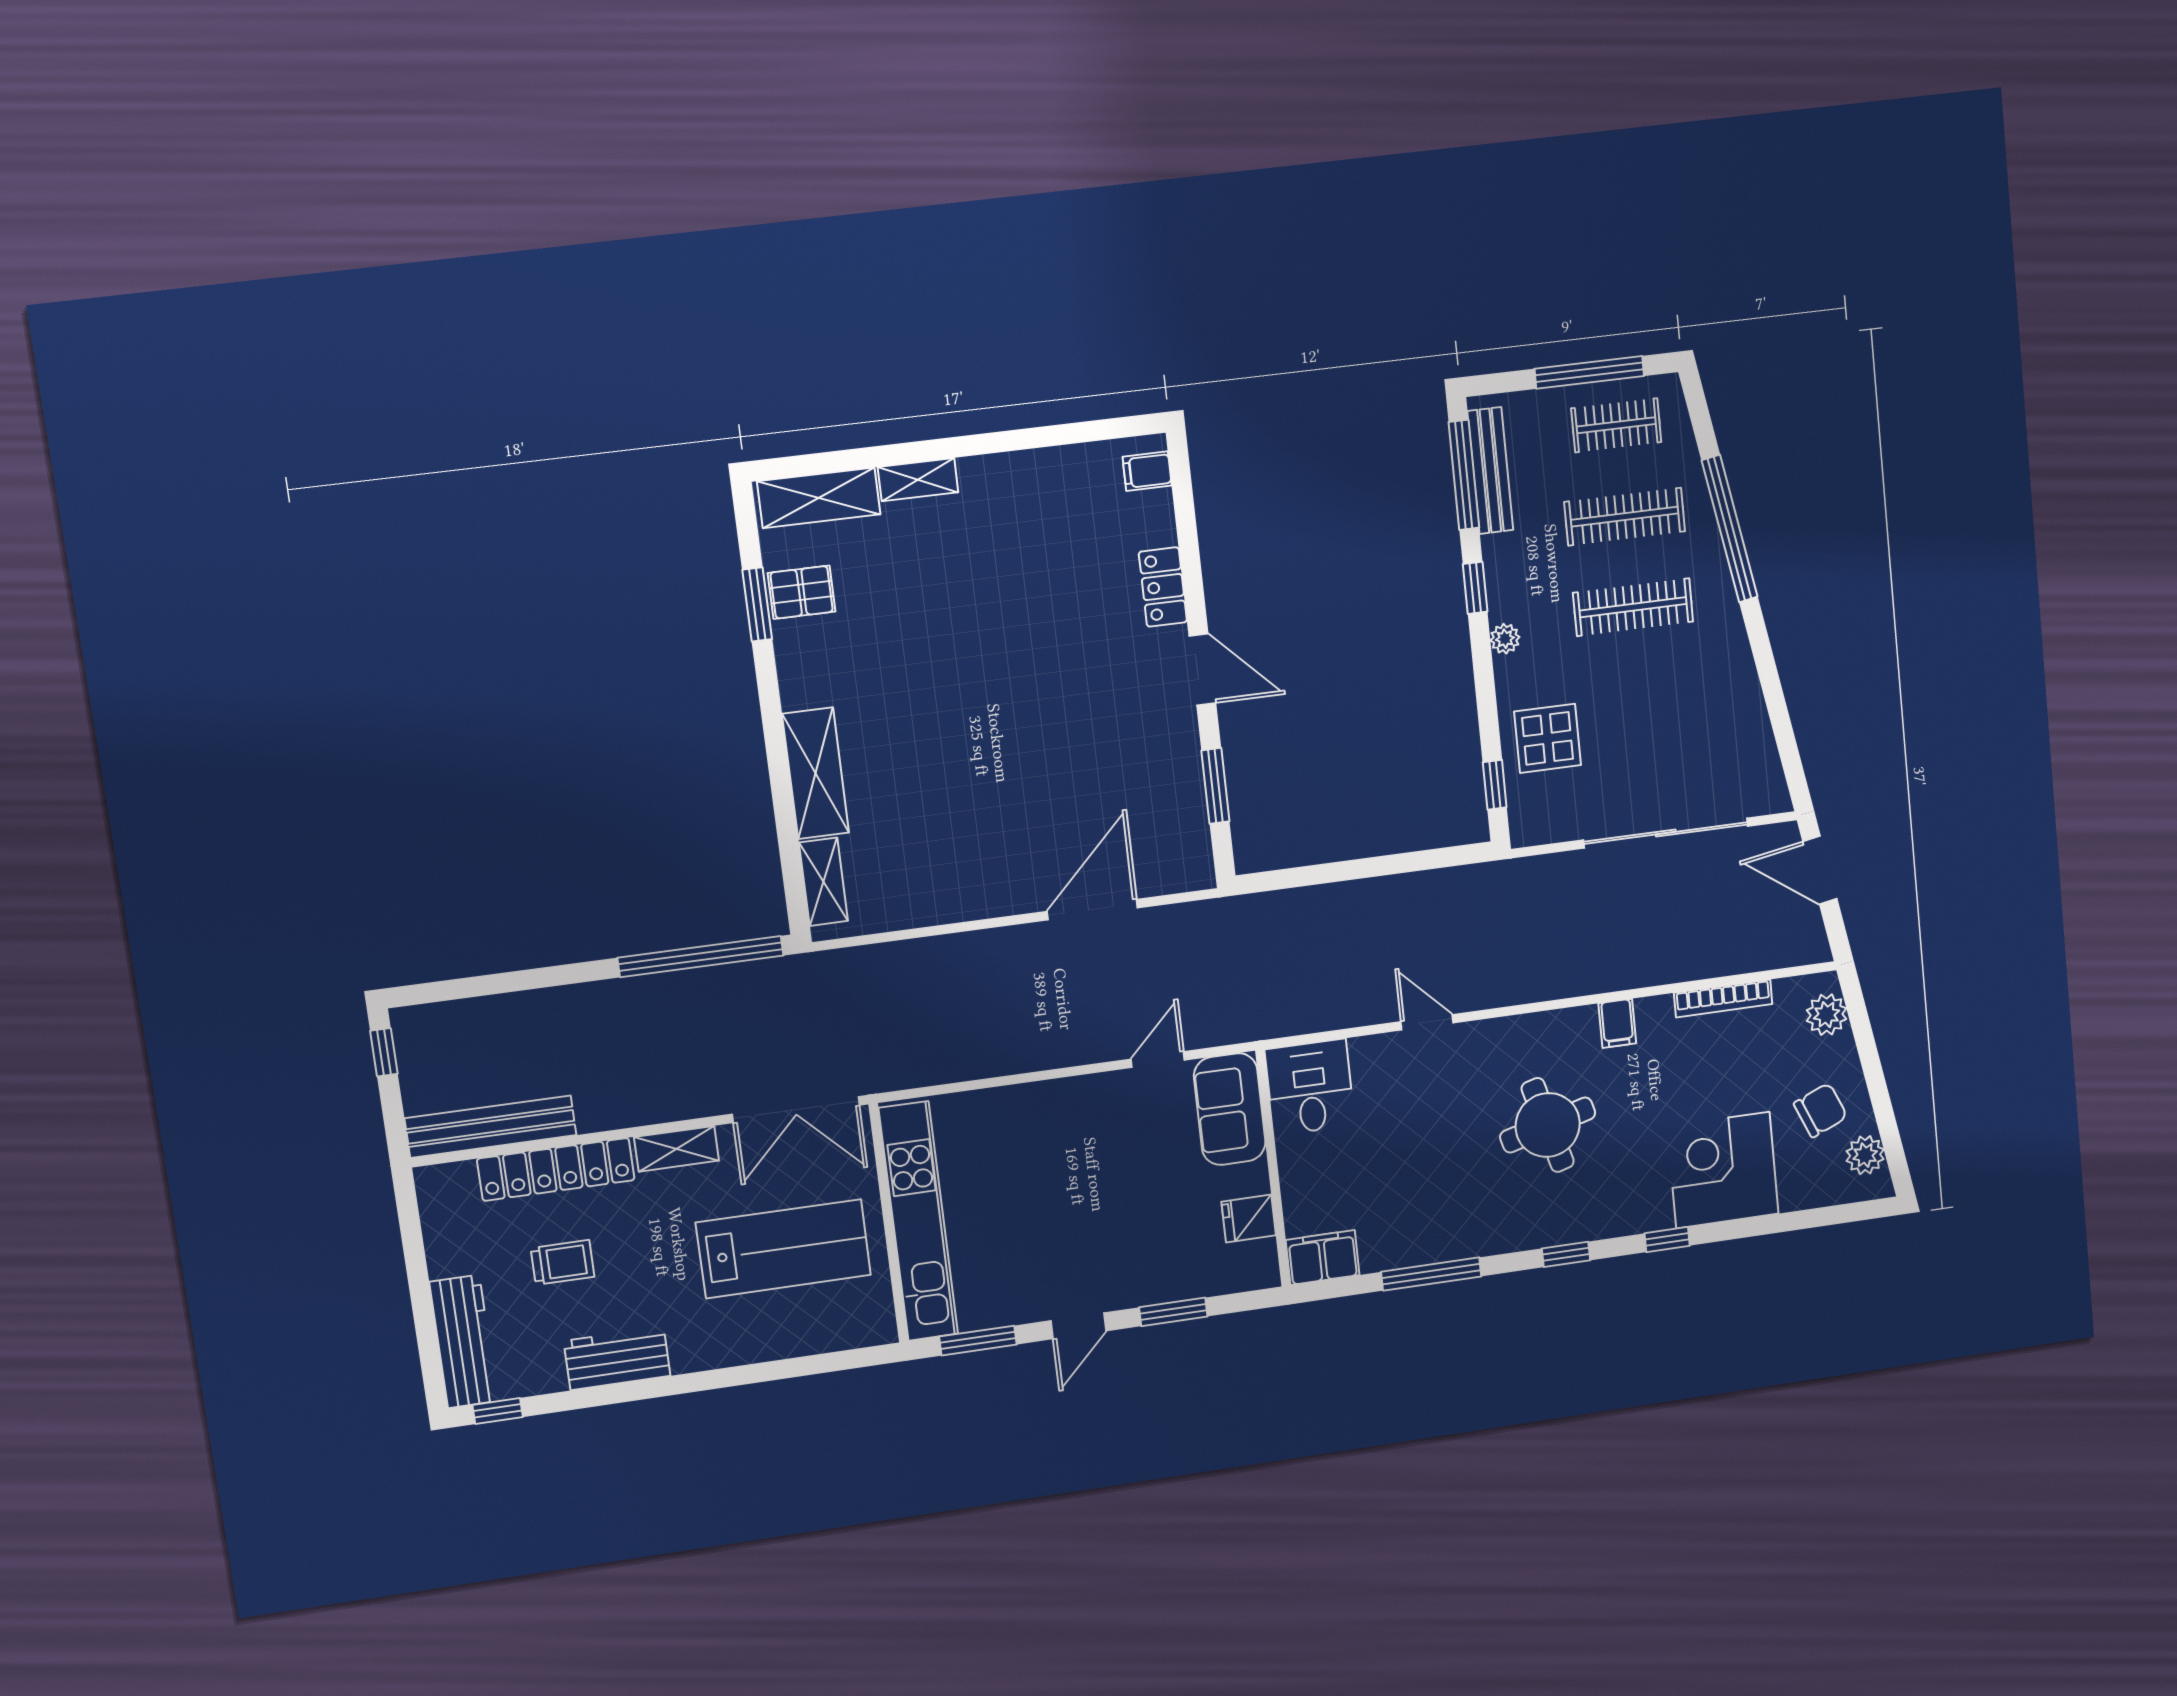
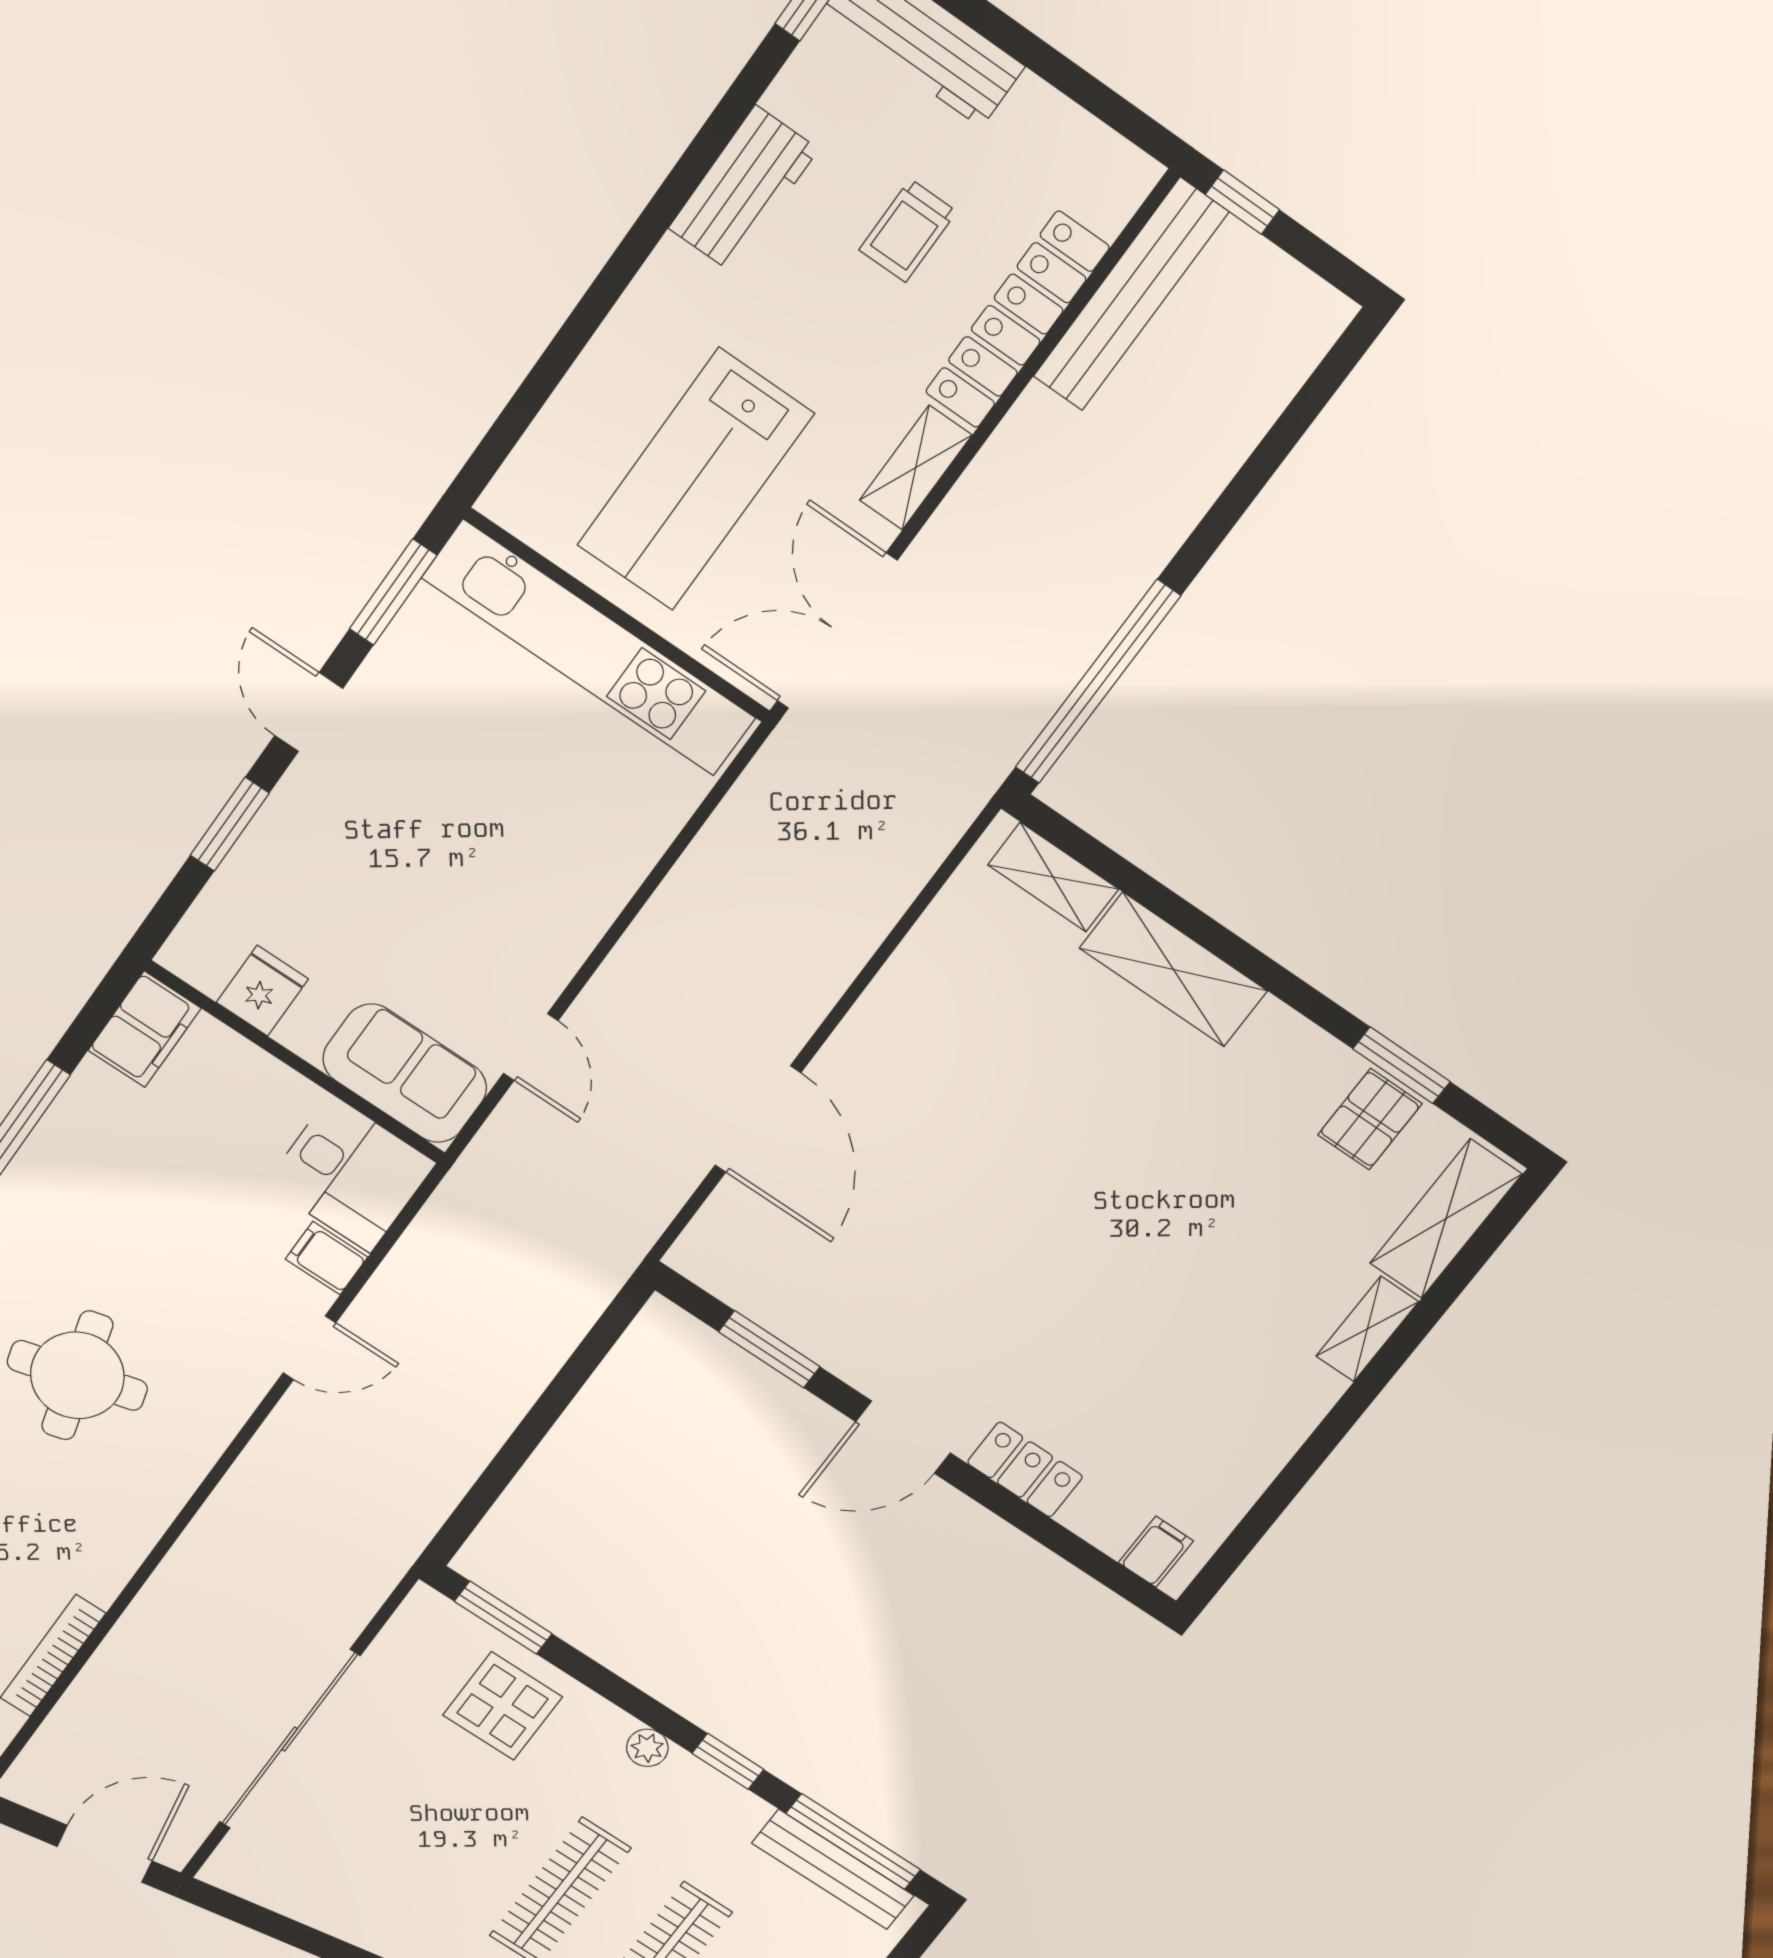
window: (1495, 785) -> (503, 1618), width x1.50
filing cabinet: (1617, 1023) -> (326, 1258), moved
window: (384, 1052) -> (1242, 202), moved

